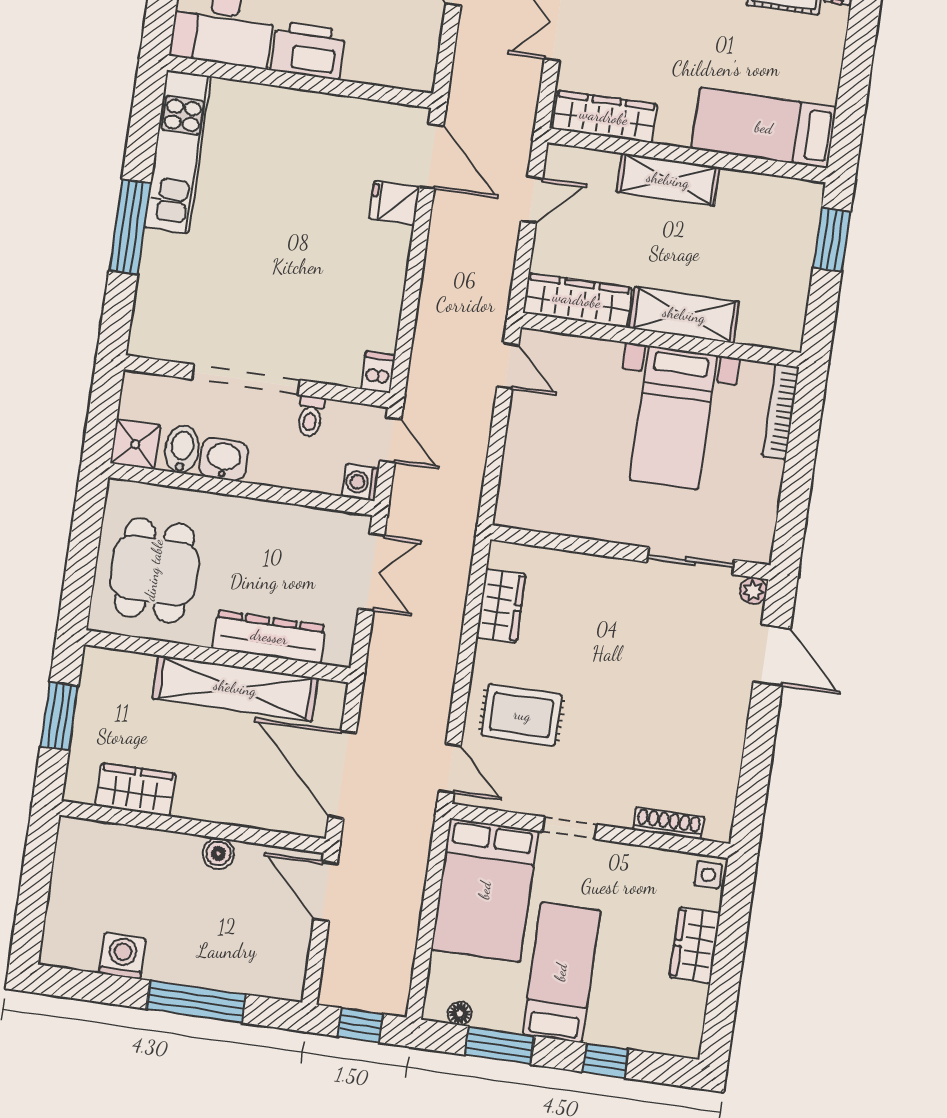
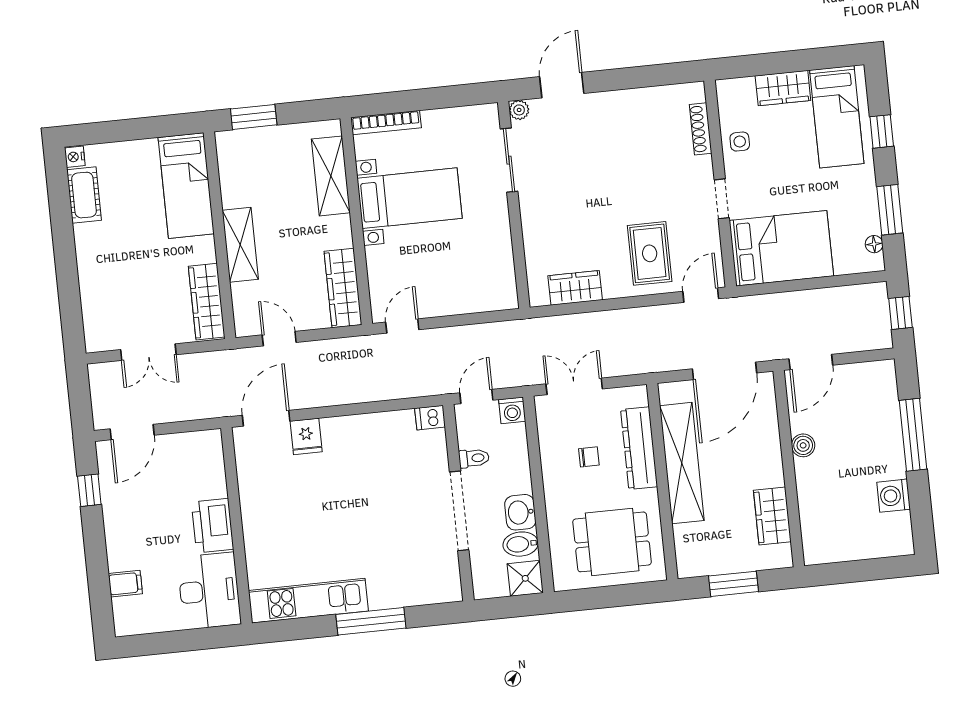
shelving: (684, 315) -> (331, 176), moved
chair: (274, 568) -> (589, 457), added
side table: (708, 875) -> (740, 142), moved
bed: (561, 972) -> (837, 117), moved, turned -90

